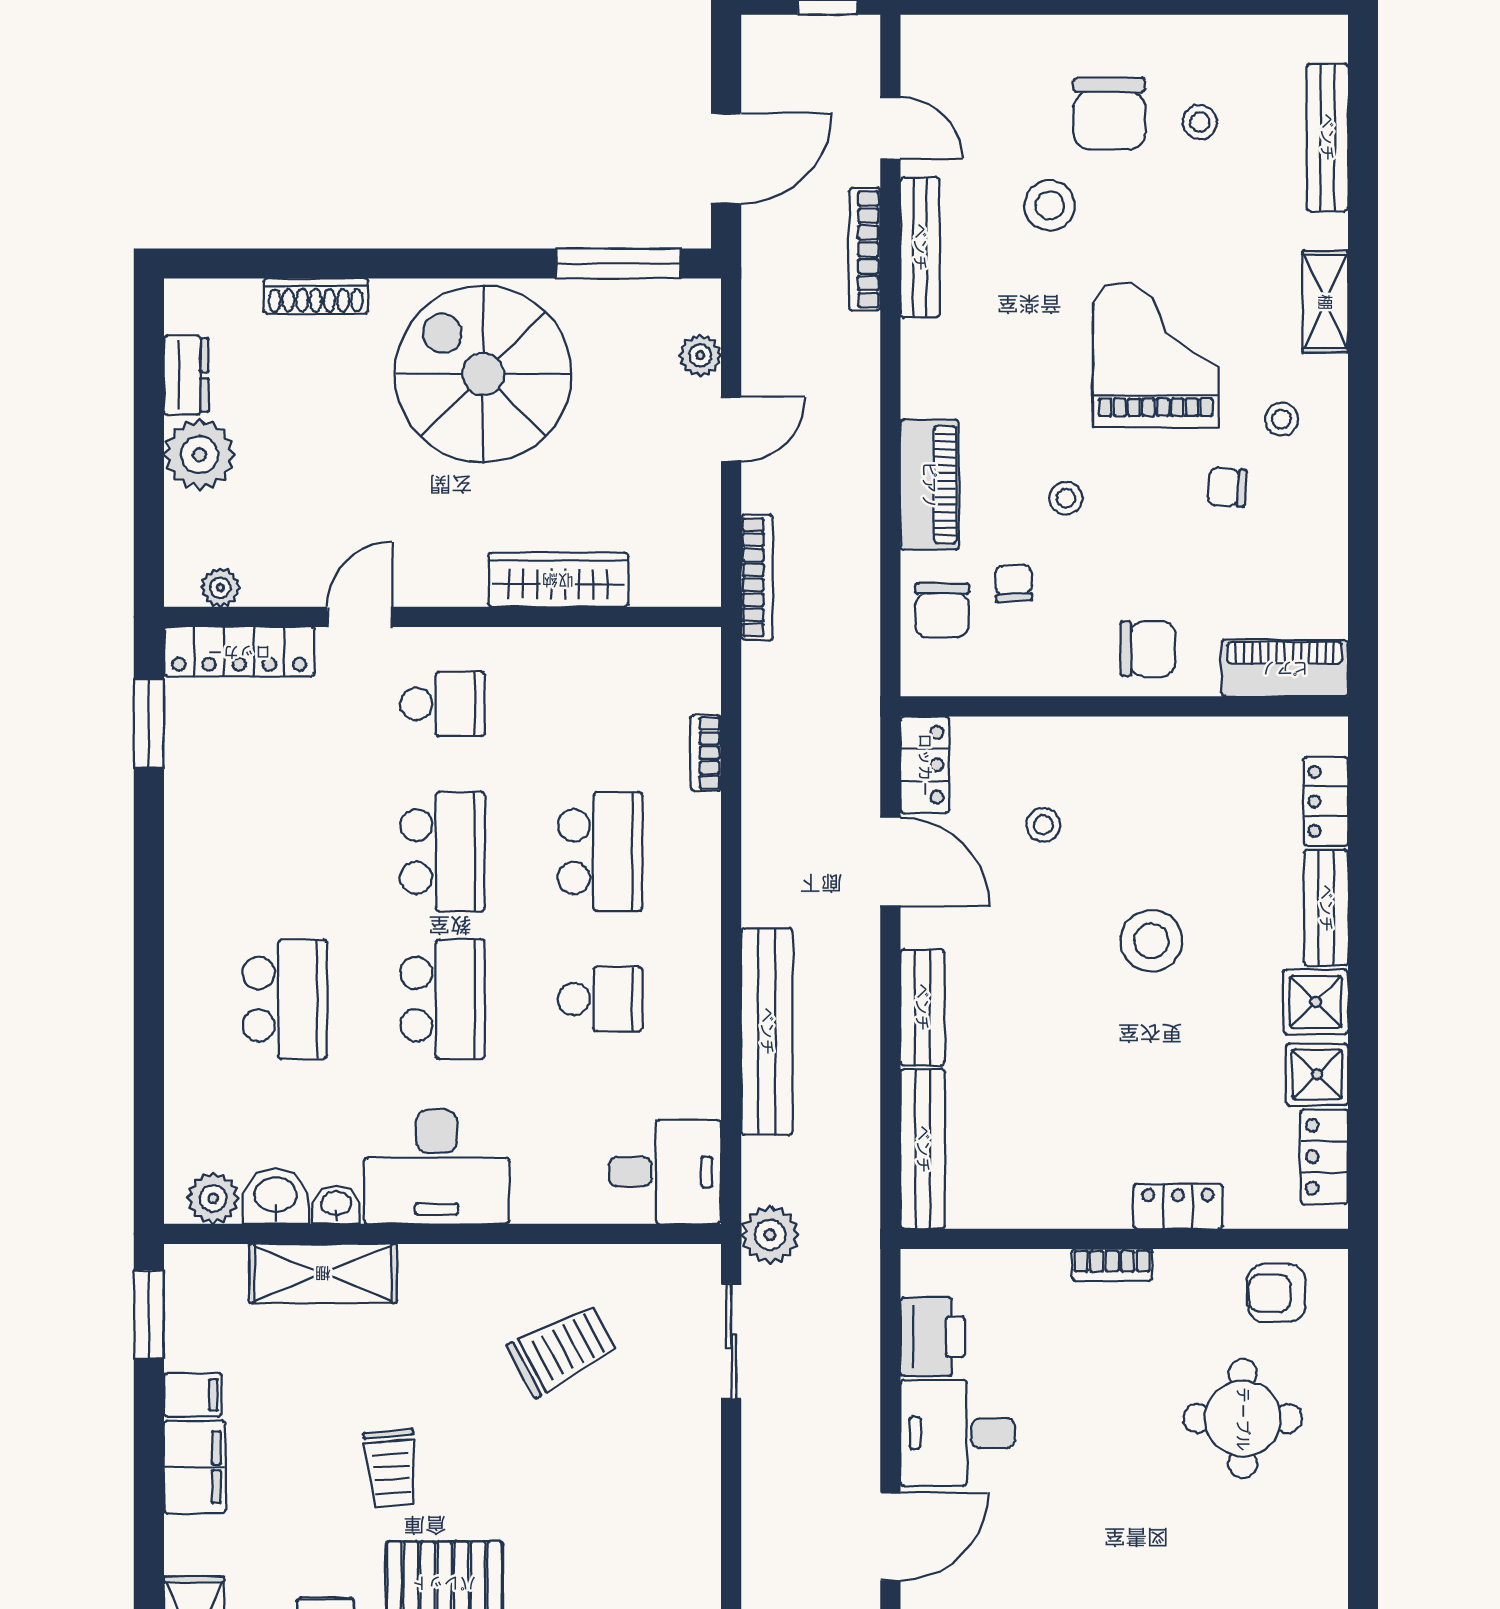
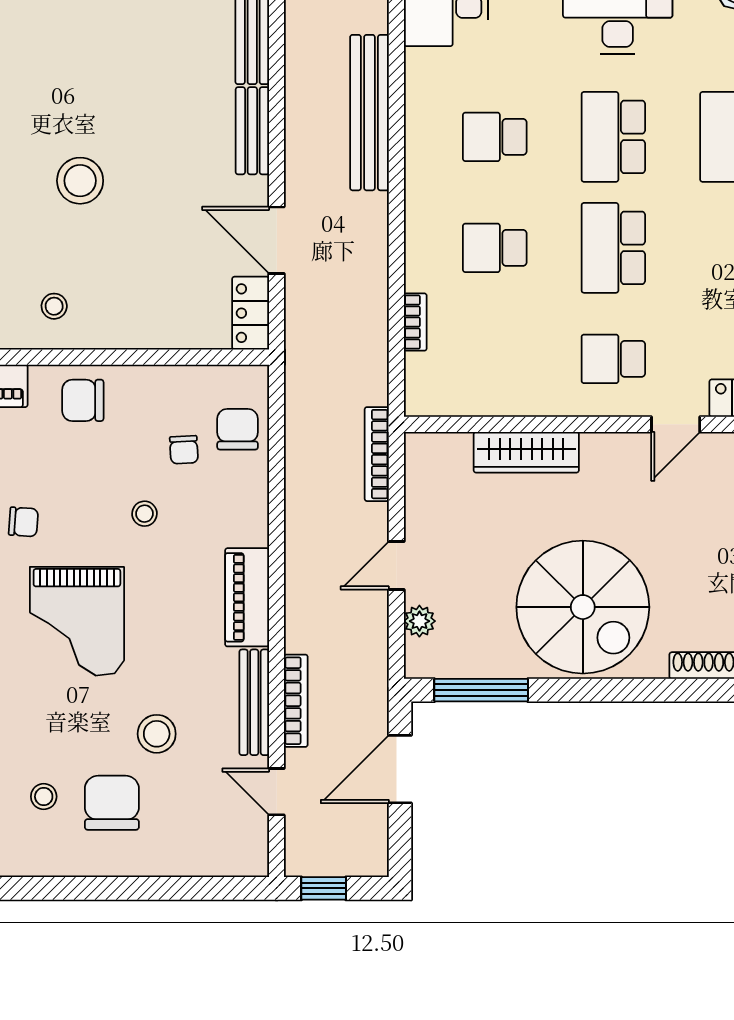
piano: (929, 485) -> (247, 597), moved
stool: (1043, 825) -> (54, 306), moved
school desk: (600, 852) -> (495, 248), width x0.54

